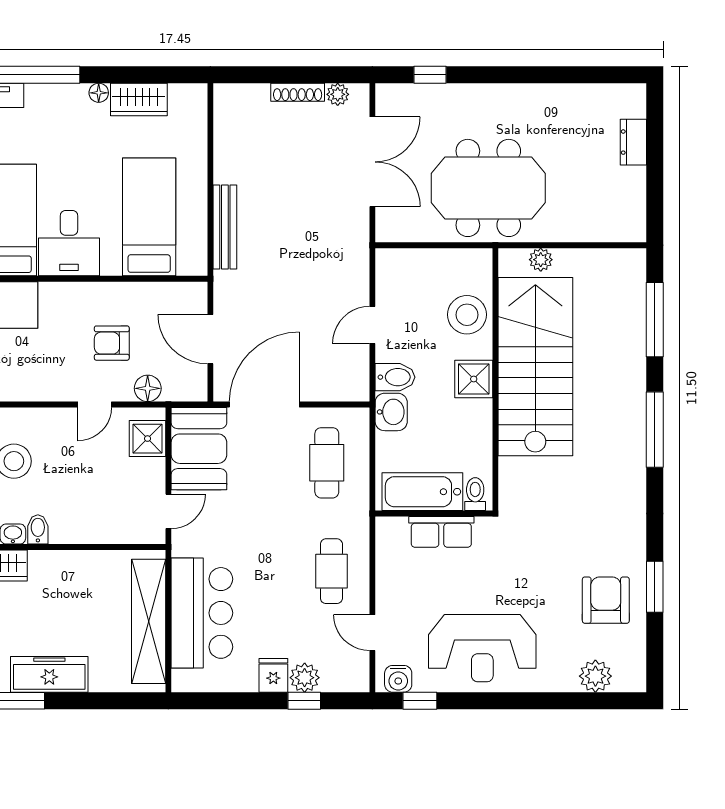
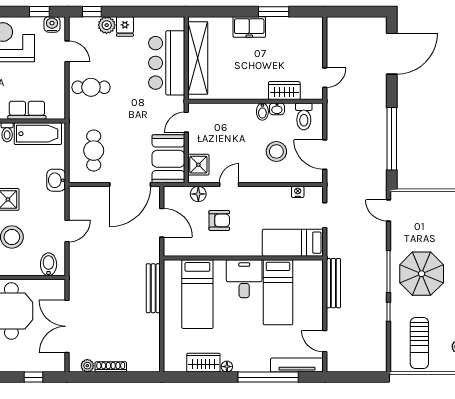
bidet: (395, 377) -> (49, 264), moved, turned 90
cafe table: (331, 571) -> (91, 87), turned 90
freezer: (49, 674) -> (249, 27), width x0.71
window: (304, 701) -> (92, 12), moved

